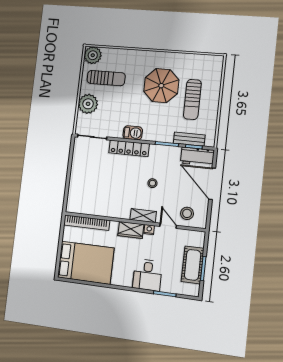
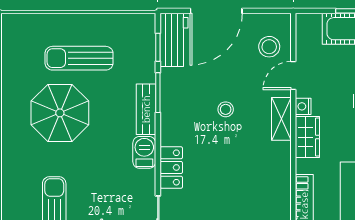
sun lounger: (192, 99) -> (79, 58), turned 180
bench: (189, 139) -> (146, 109), moved
locker: (129, 148) -> (171, 167), width x0.66

